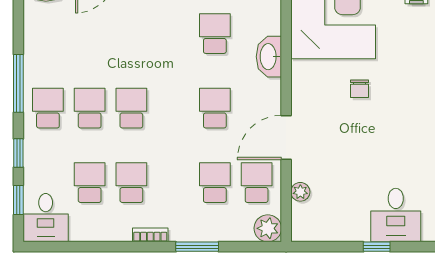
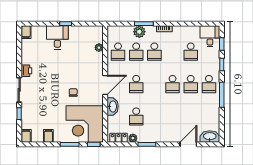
door: (286, 137) -> (105, 85), moved
school desk: (131, 183) -> (154, 52), moved
plant: (268, 228) -> (139, 32), moved

